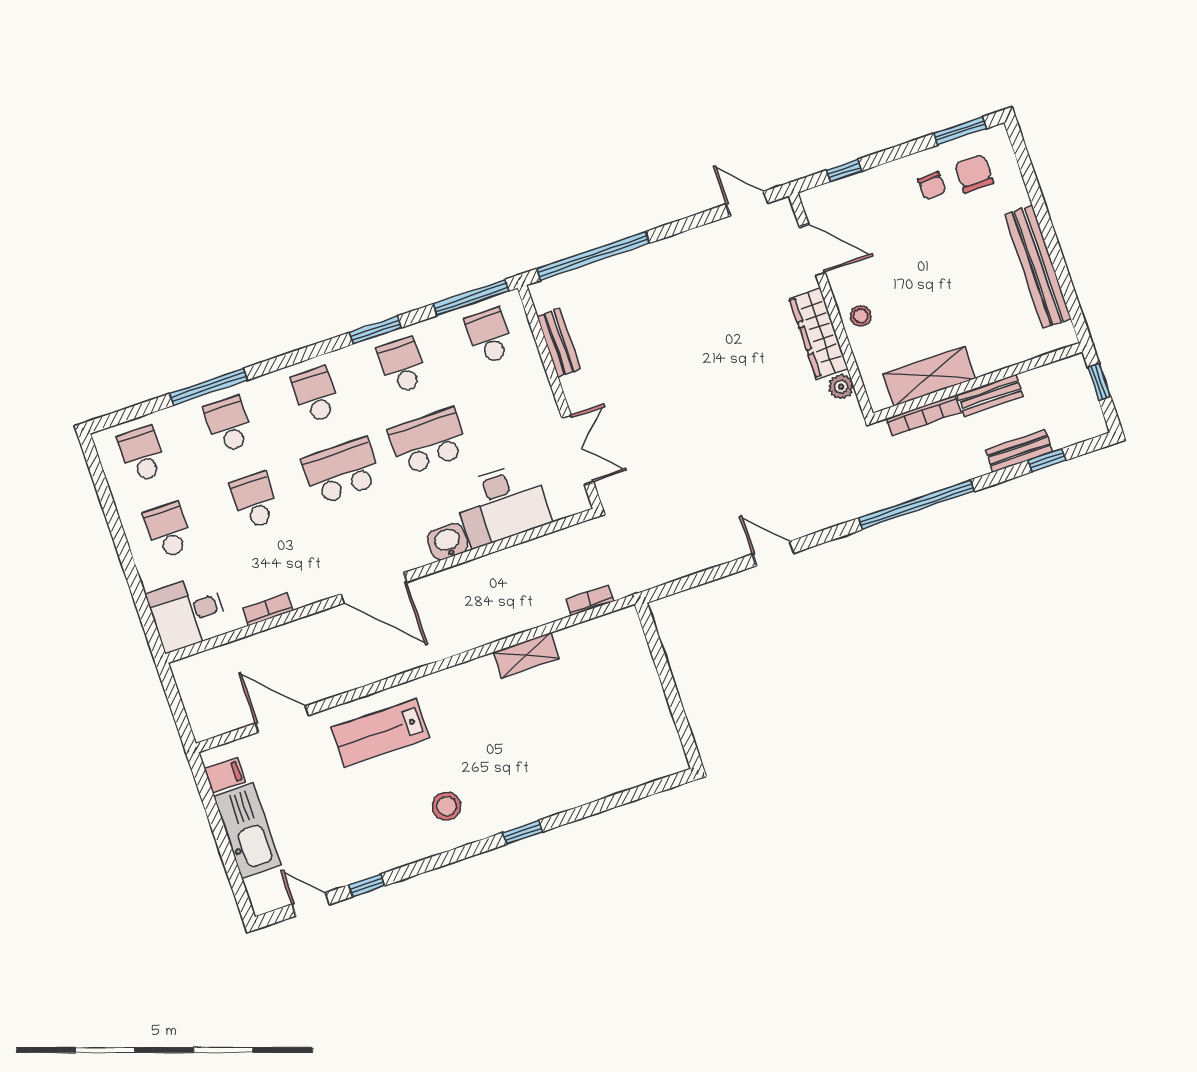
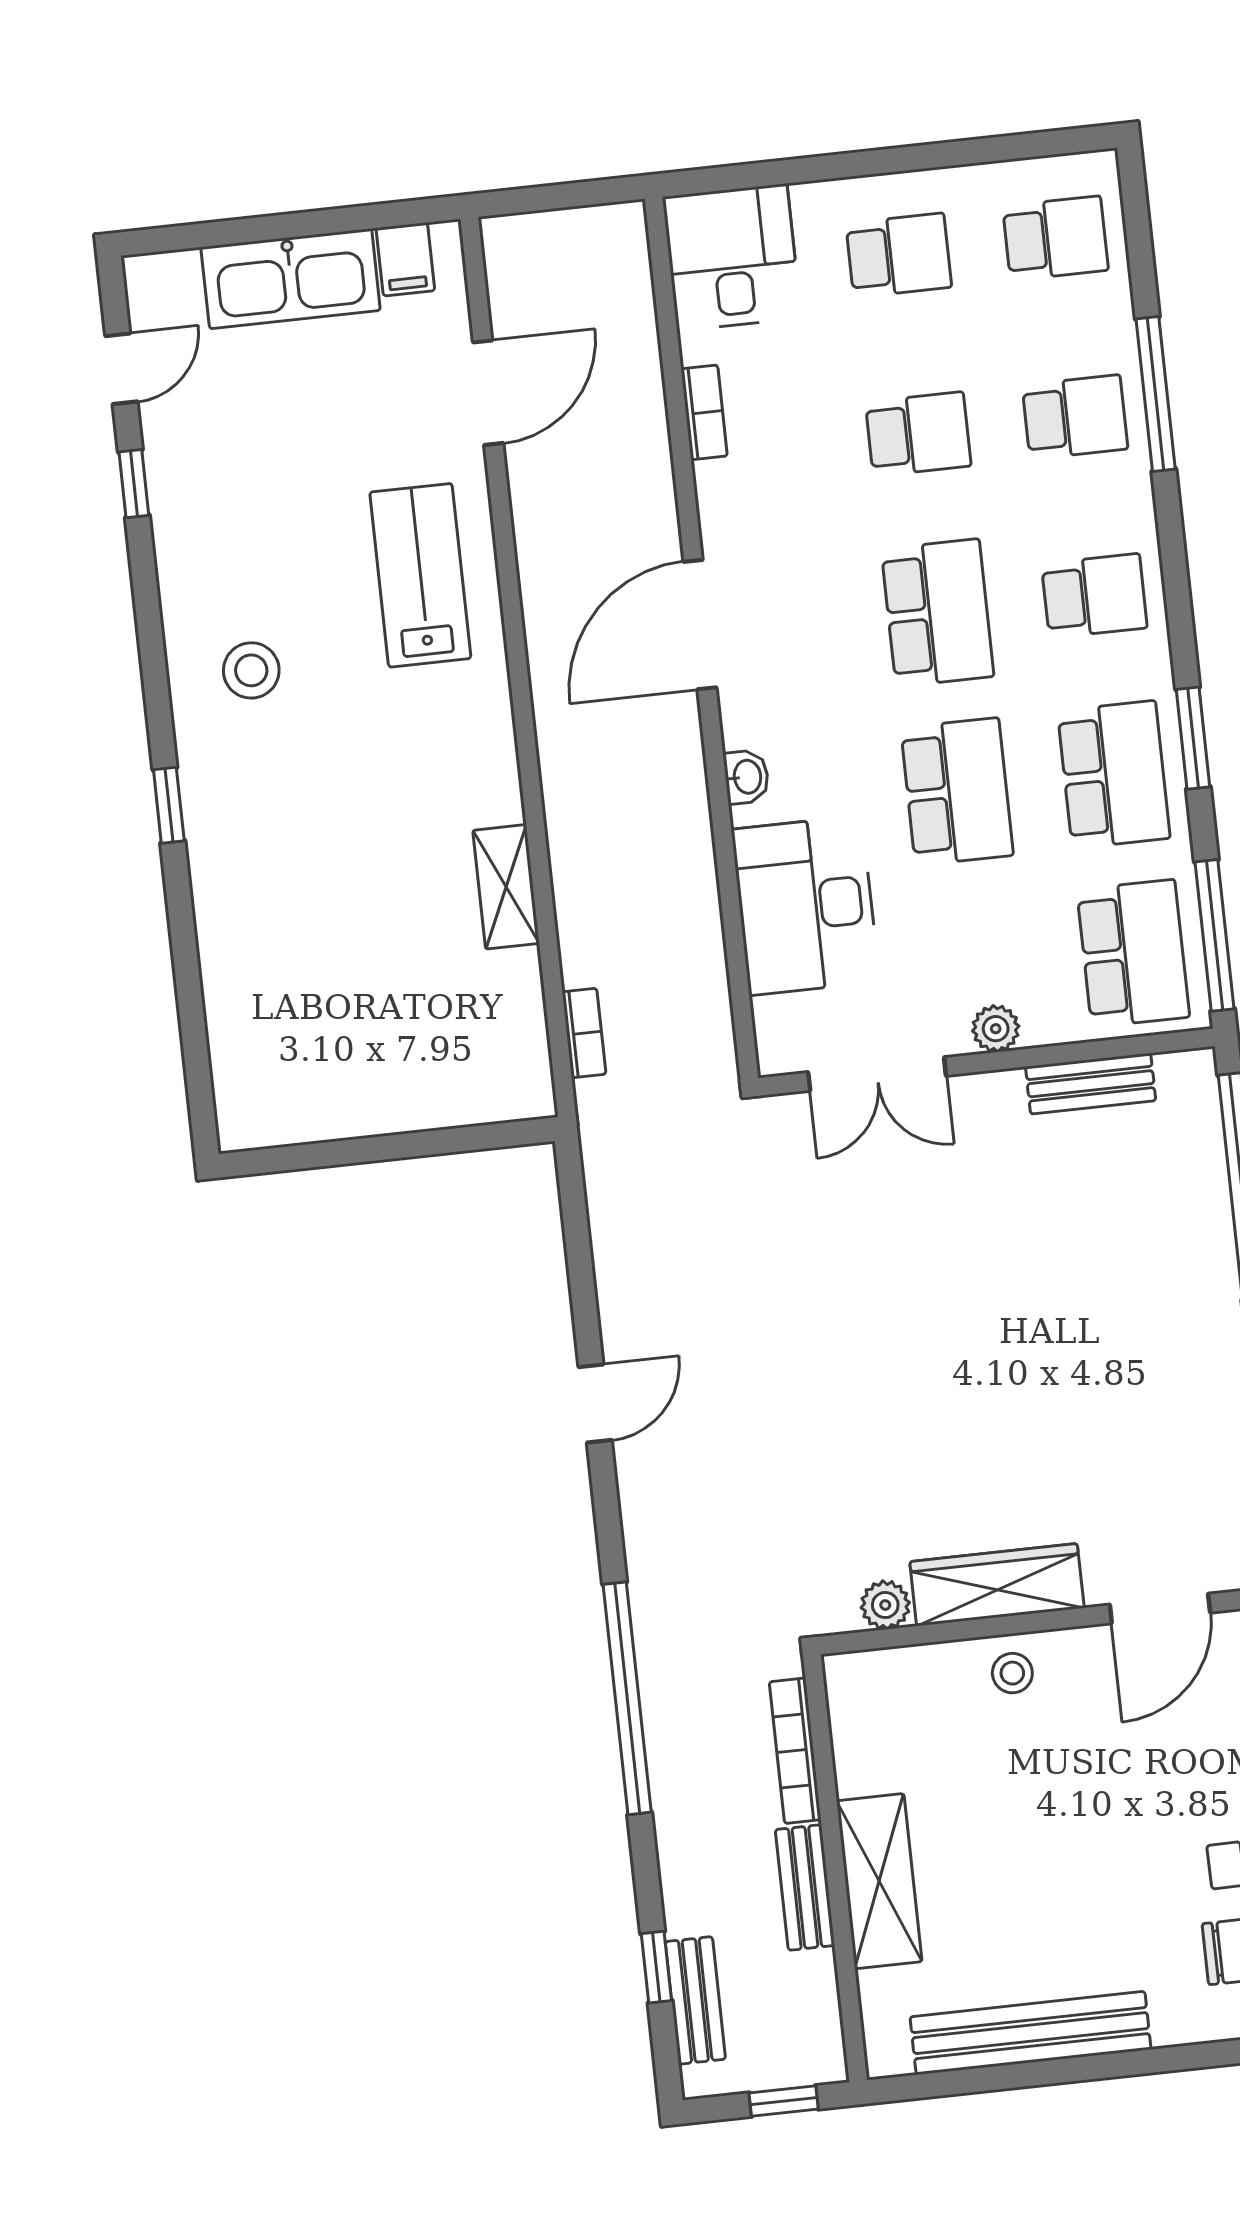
school desk: (489, 336) -> (1133, 953), width x1.85
school desk: (402, 365) -> (1114, 775), width x1.85
shelving: (929, 376) -> (879, 1881), moved
plant: (542, 396) -> (996, 1029), added
bench: (1019, 451) -> (695, 2000), moved
washbasin: (448, 542) -> (746, 777), width x0.72, depth x0.69

